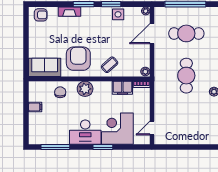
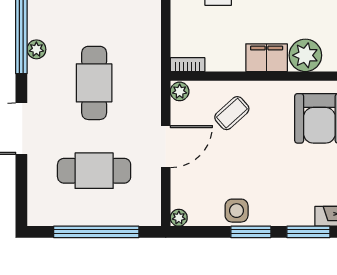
door: (152, 34) -> (166, 147), moved
coffee table: (110, 65) -> (232, 113), moved
filing cabinet: (122, 88) -> (267, 58), moved

